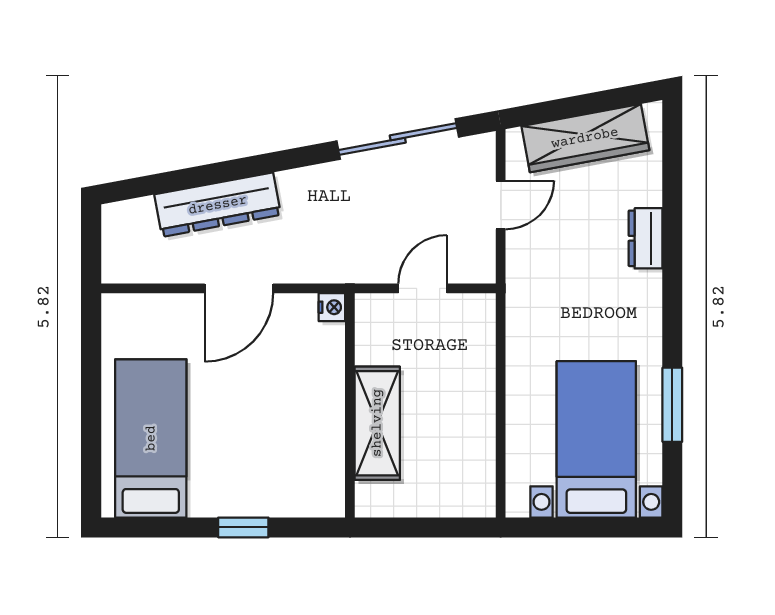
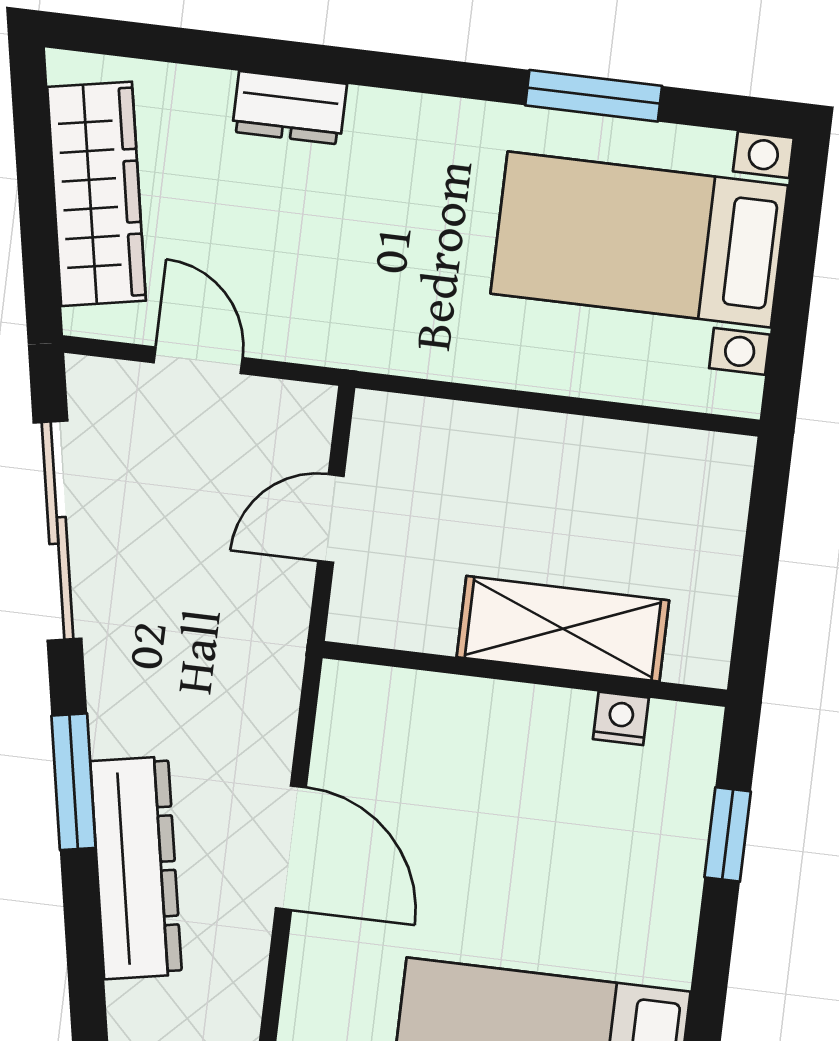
window: (261, 165) -> (74, 782), added
door: (423, 288) -> (331, 518), hinge flipped
nightstand: (332, 307) -> (621, 718), moved
window: (243, 527) -> (728, 834), moved

